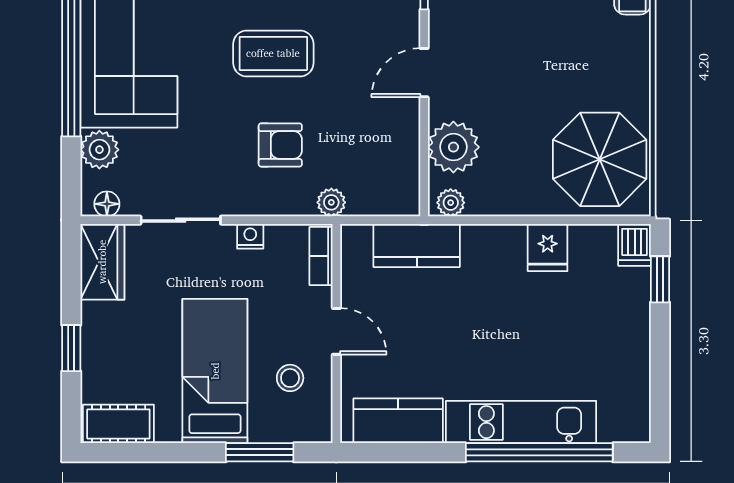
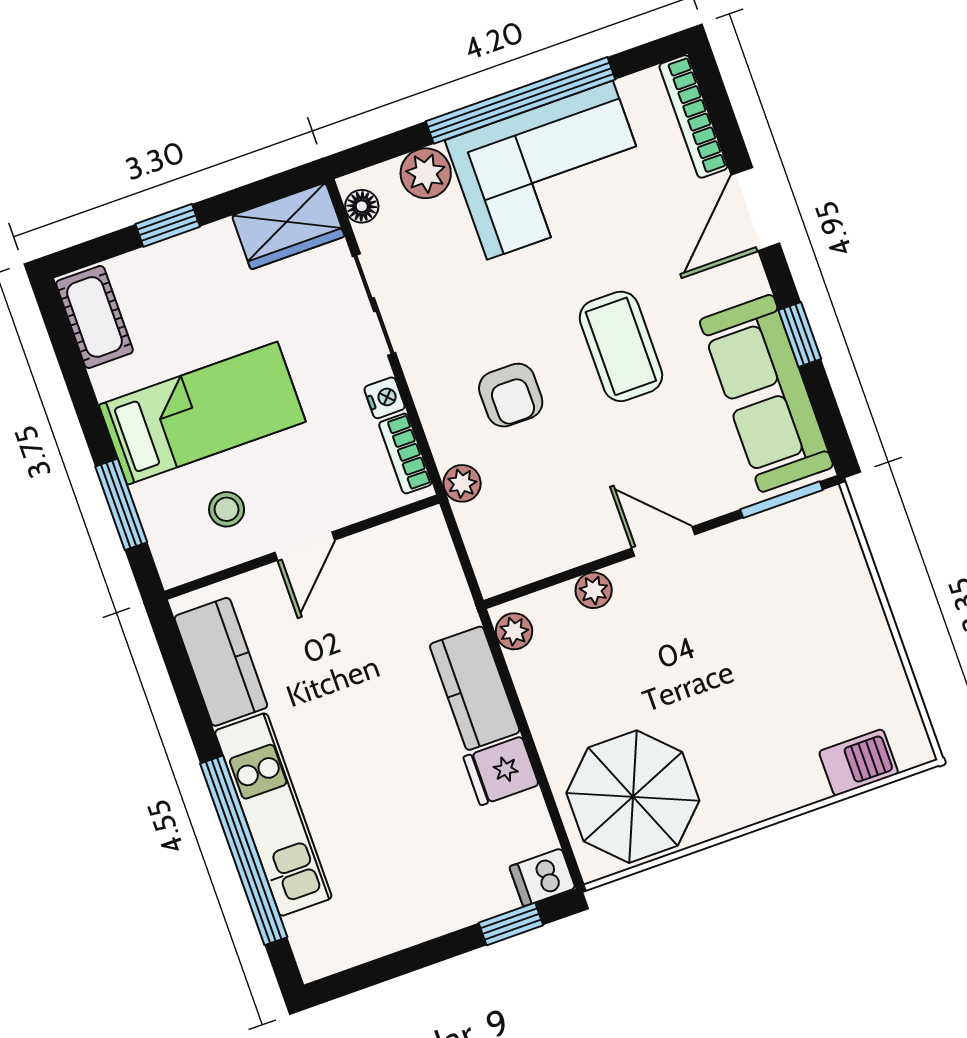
plant: (453, 147) -> (594, 590), width x0.53, depth x0.53
kitchen counter: (417, 245) -> (475, 688), moved
bookcase: (321, 256) -> (405, 454), moved, turned -90

